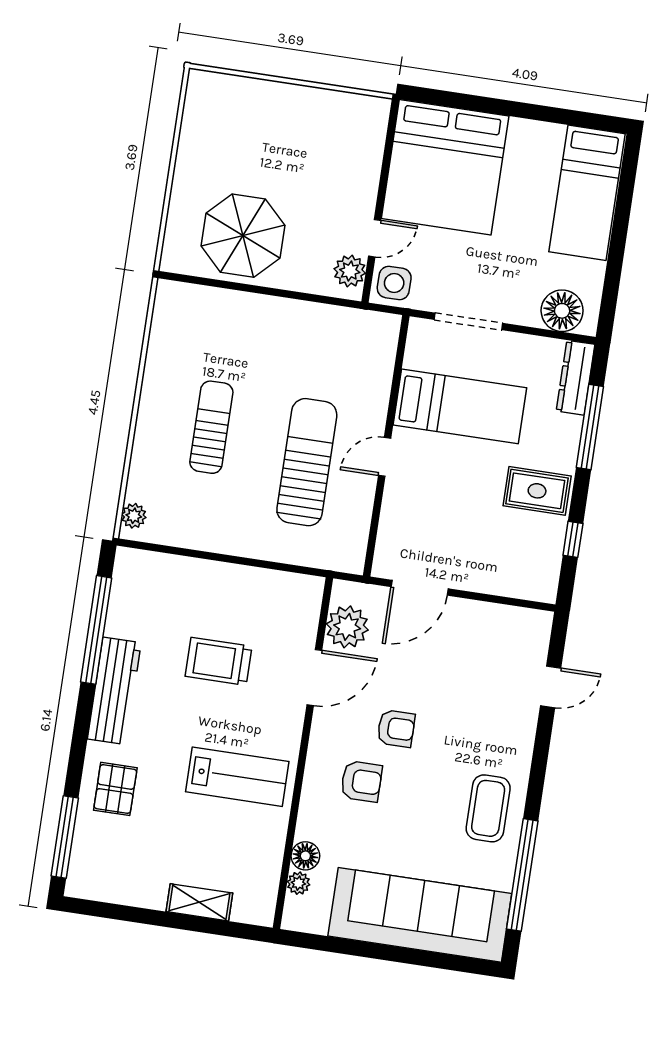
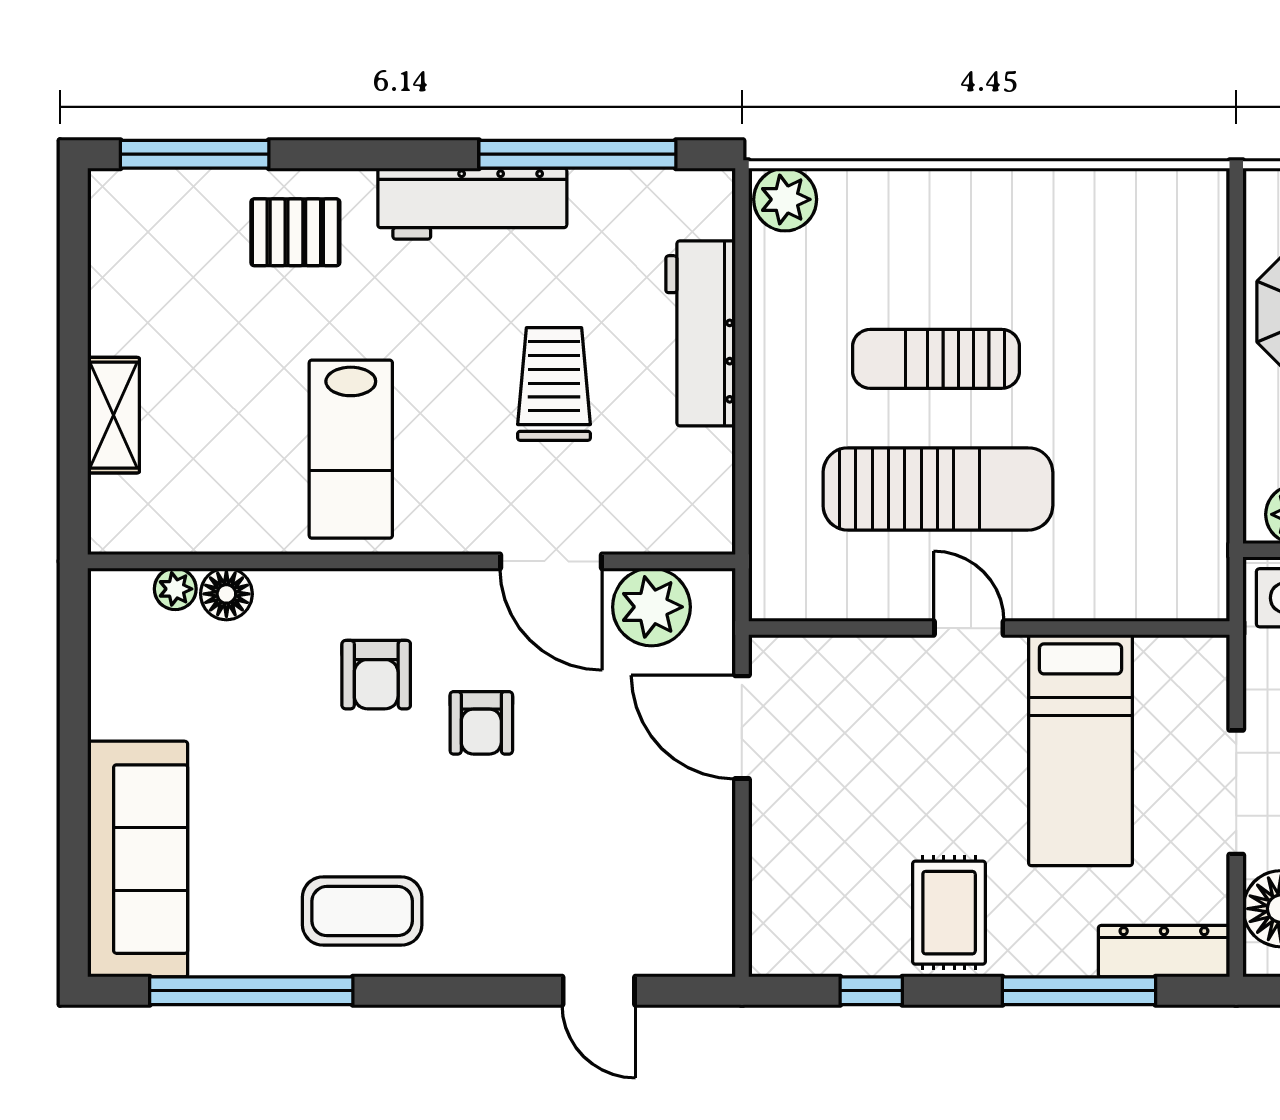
doorway: (468, 321) -> (1236, 792), moved
sun lounger: (211, 427) -> (936, 359), moved, turned 180
plant: (134, 516) -> (785, 199), width x1.38, depth x1.38
workbench: (203, 578) -> (701, 333), added
sofa: (420, 915) -> (138, 859), width x0.74, depth x0.79

